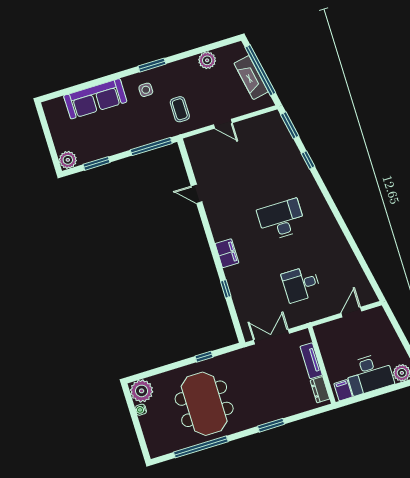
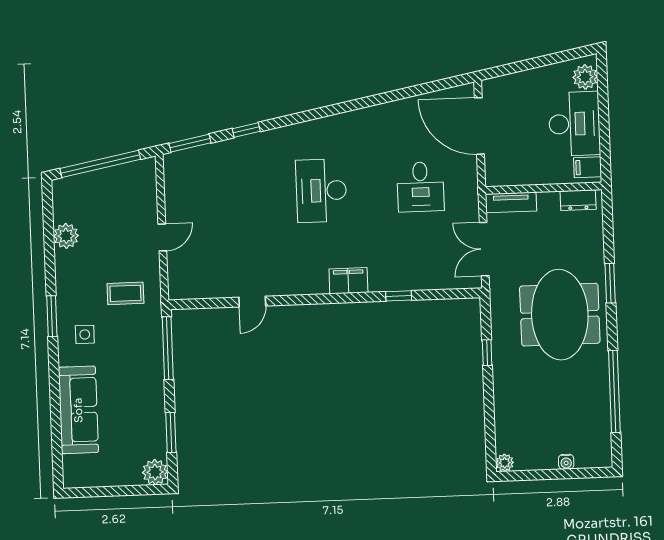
fireplace: (251, 78) -> (107, 180), removed
door: (351, 312) -> (479, 126), width x1.87
tv unit: (311, 361) -> (511, 202), moved
plant: (142, 391) -> (505, 463), width x0.53, depth x0.53
meeting table: (204, 404) -> (560, 315), moved, turned 90
water cooler: (141, 410) -> (566, 462), moved

